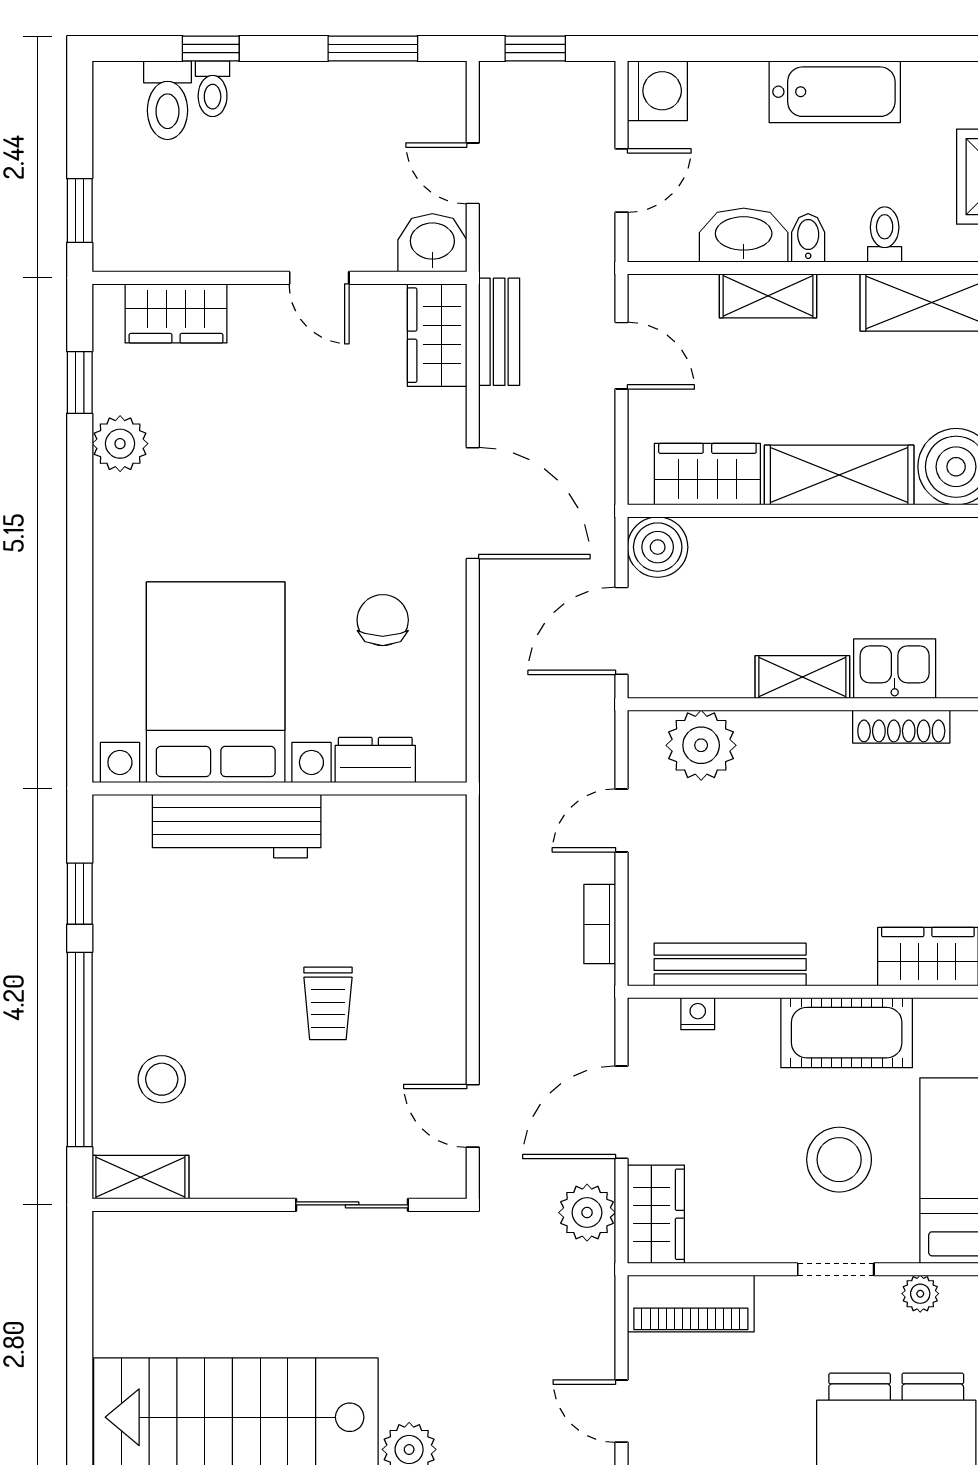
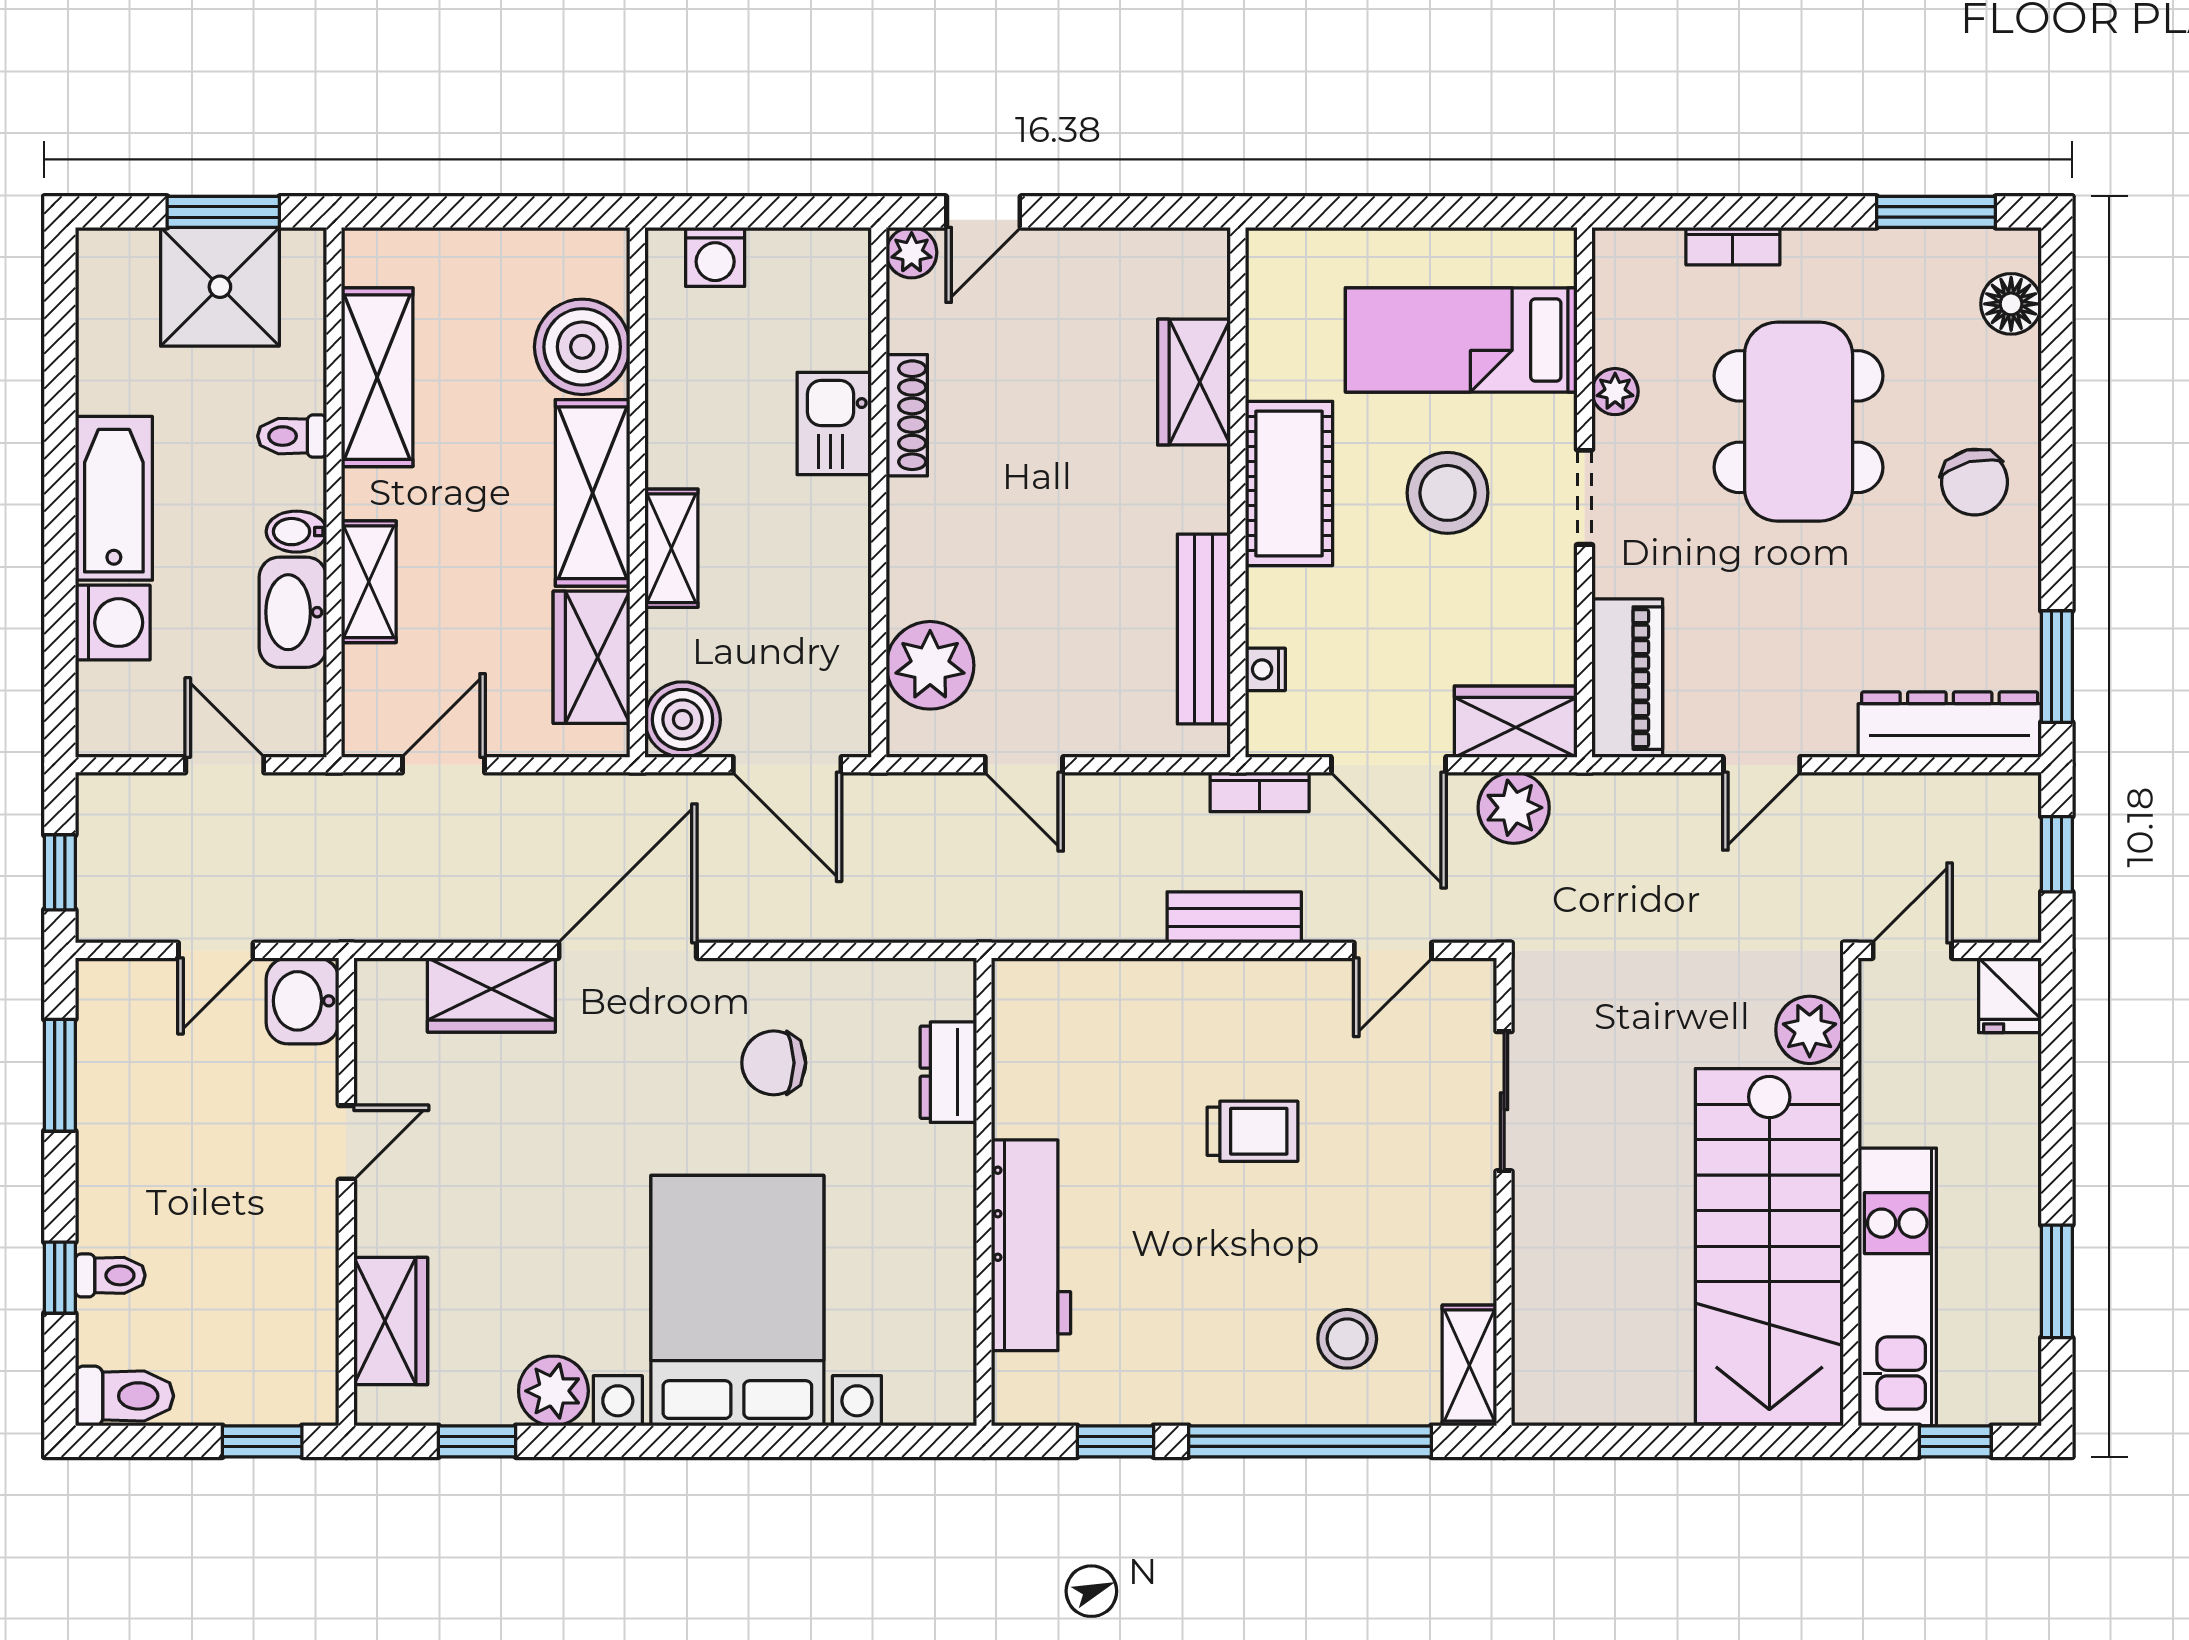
washing machine: (657, 91) -> (113, 623), moved, turned 90
toilet: (167, 100) -> (124, 1396), moved
bench: (499, 332) -> (1234, 917), moved
wardrobe: (437, 335) -> (491, 995), moved
shelving: (802, 677) -> (671, 548), moved
bed with nightstands: (216, 682) -> (737, 1301), moved, turned 90
bookcase: (600, 924) -> (1260, 792), moved

